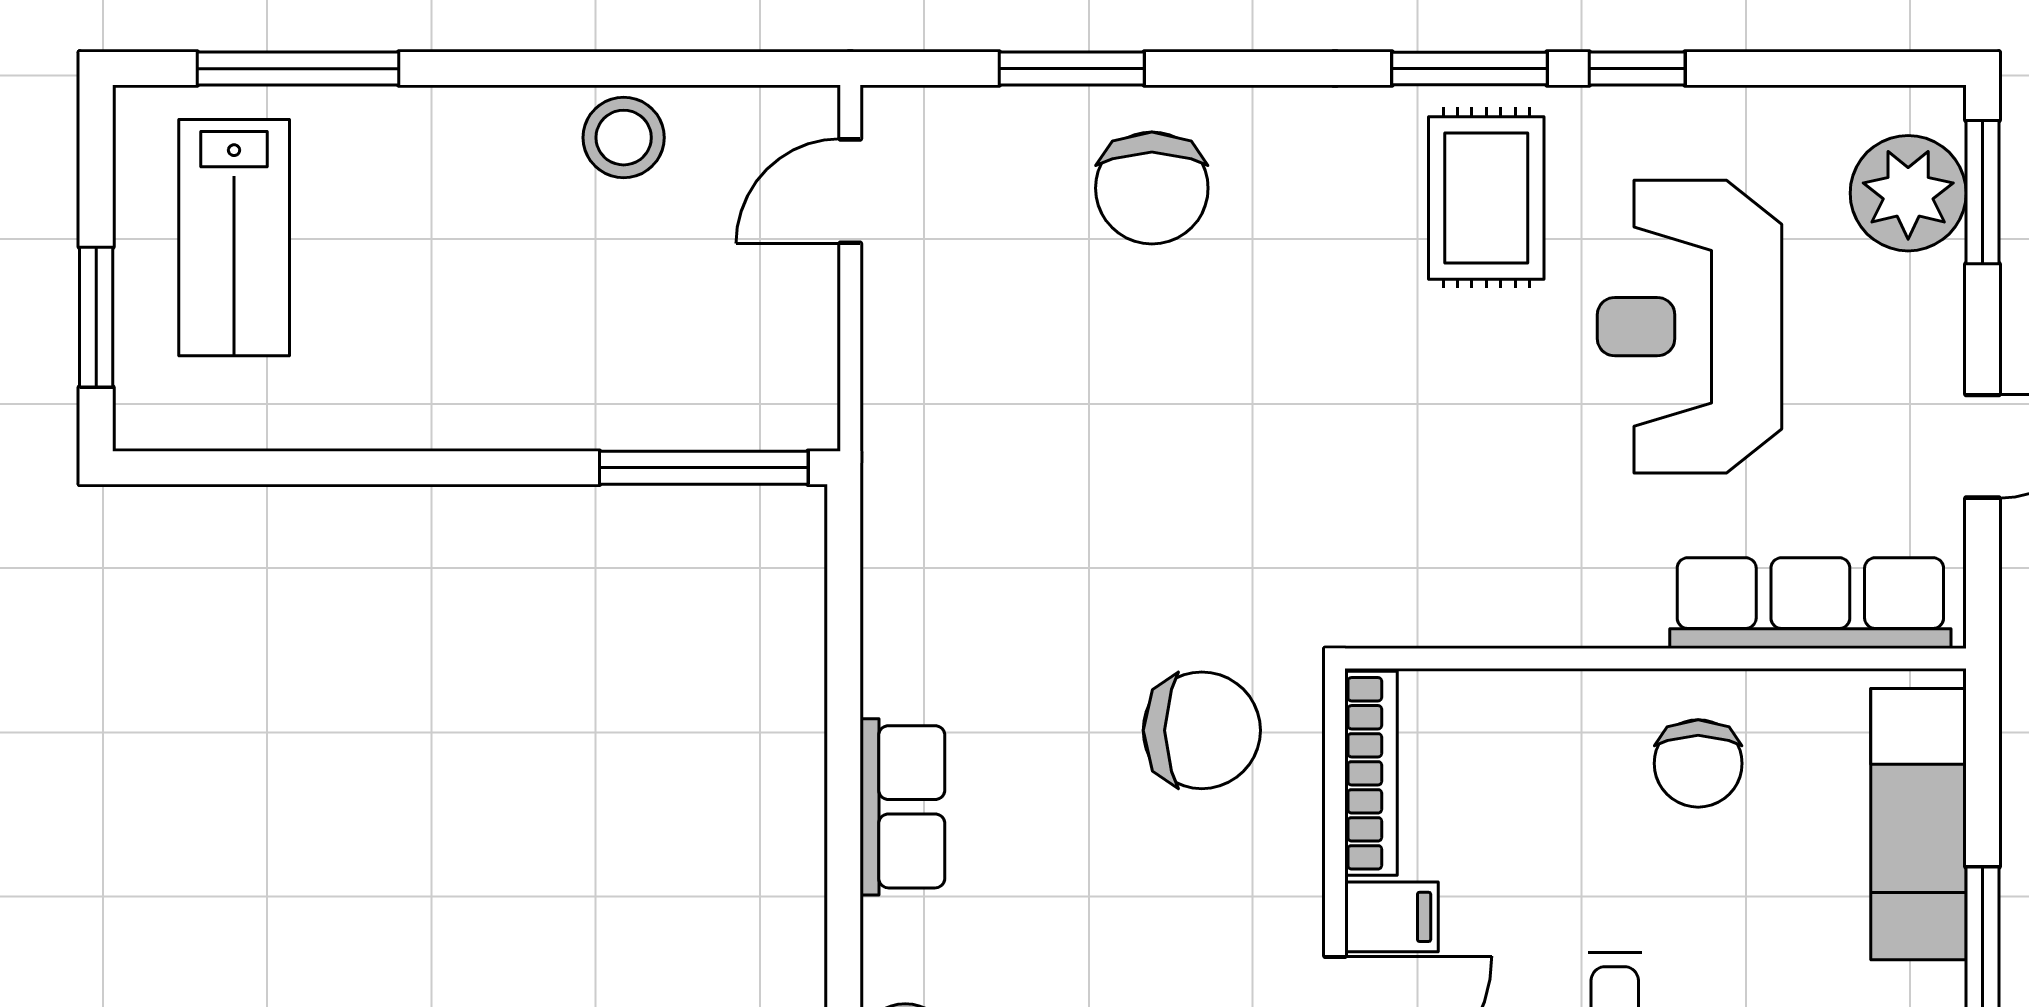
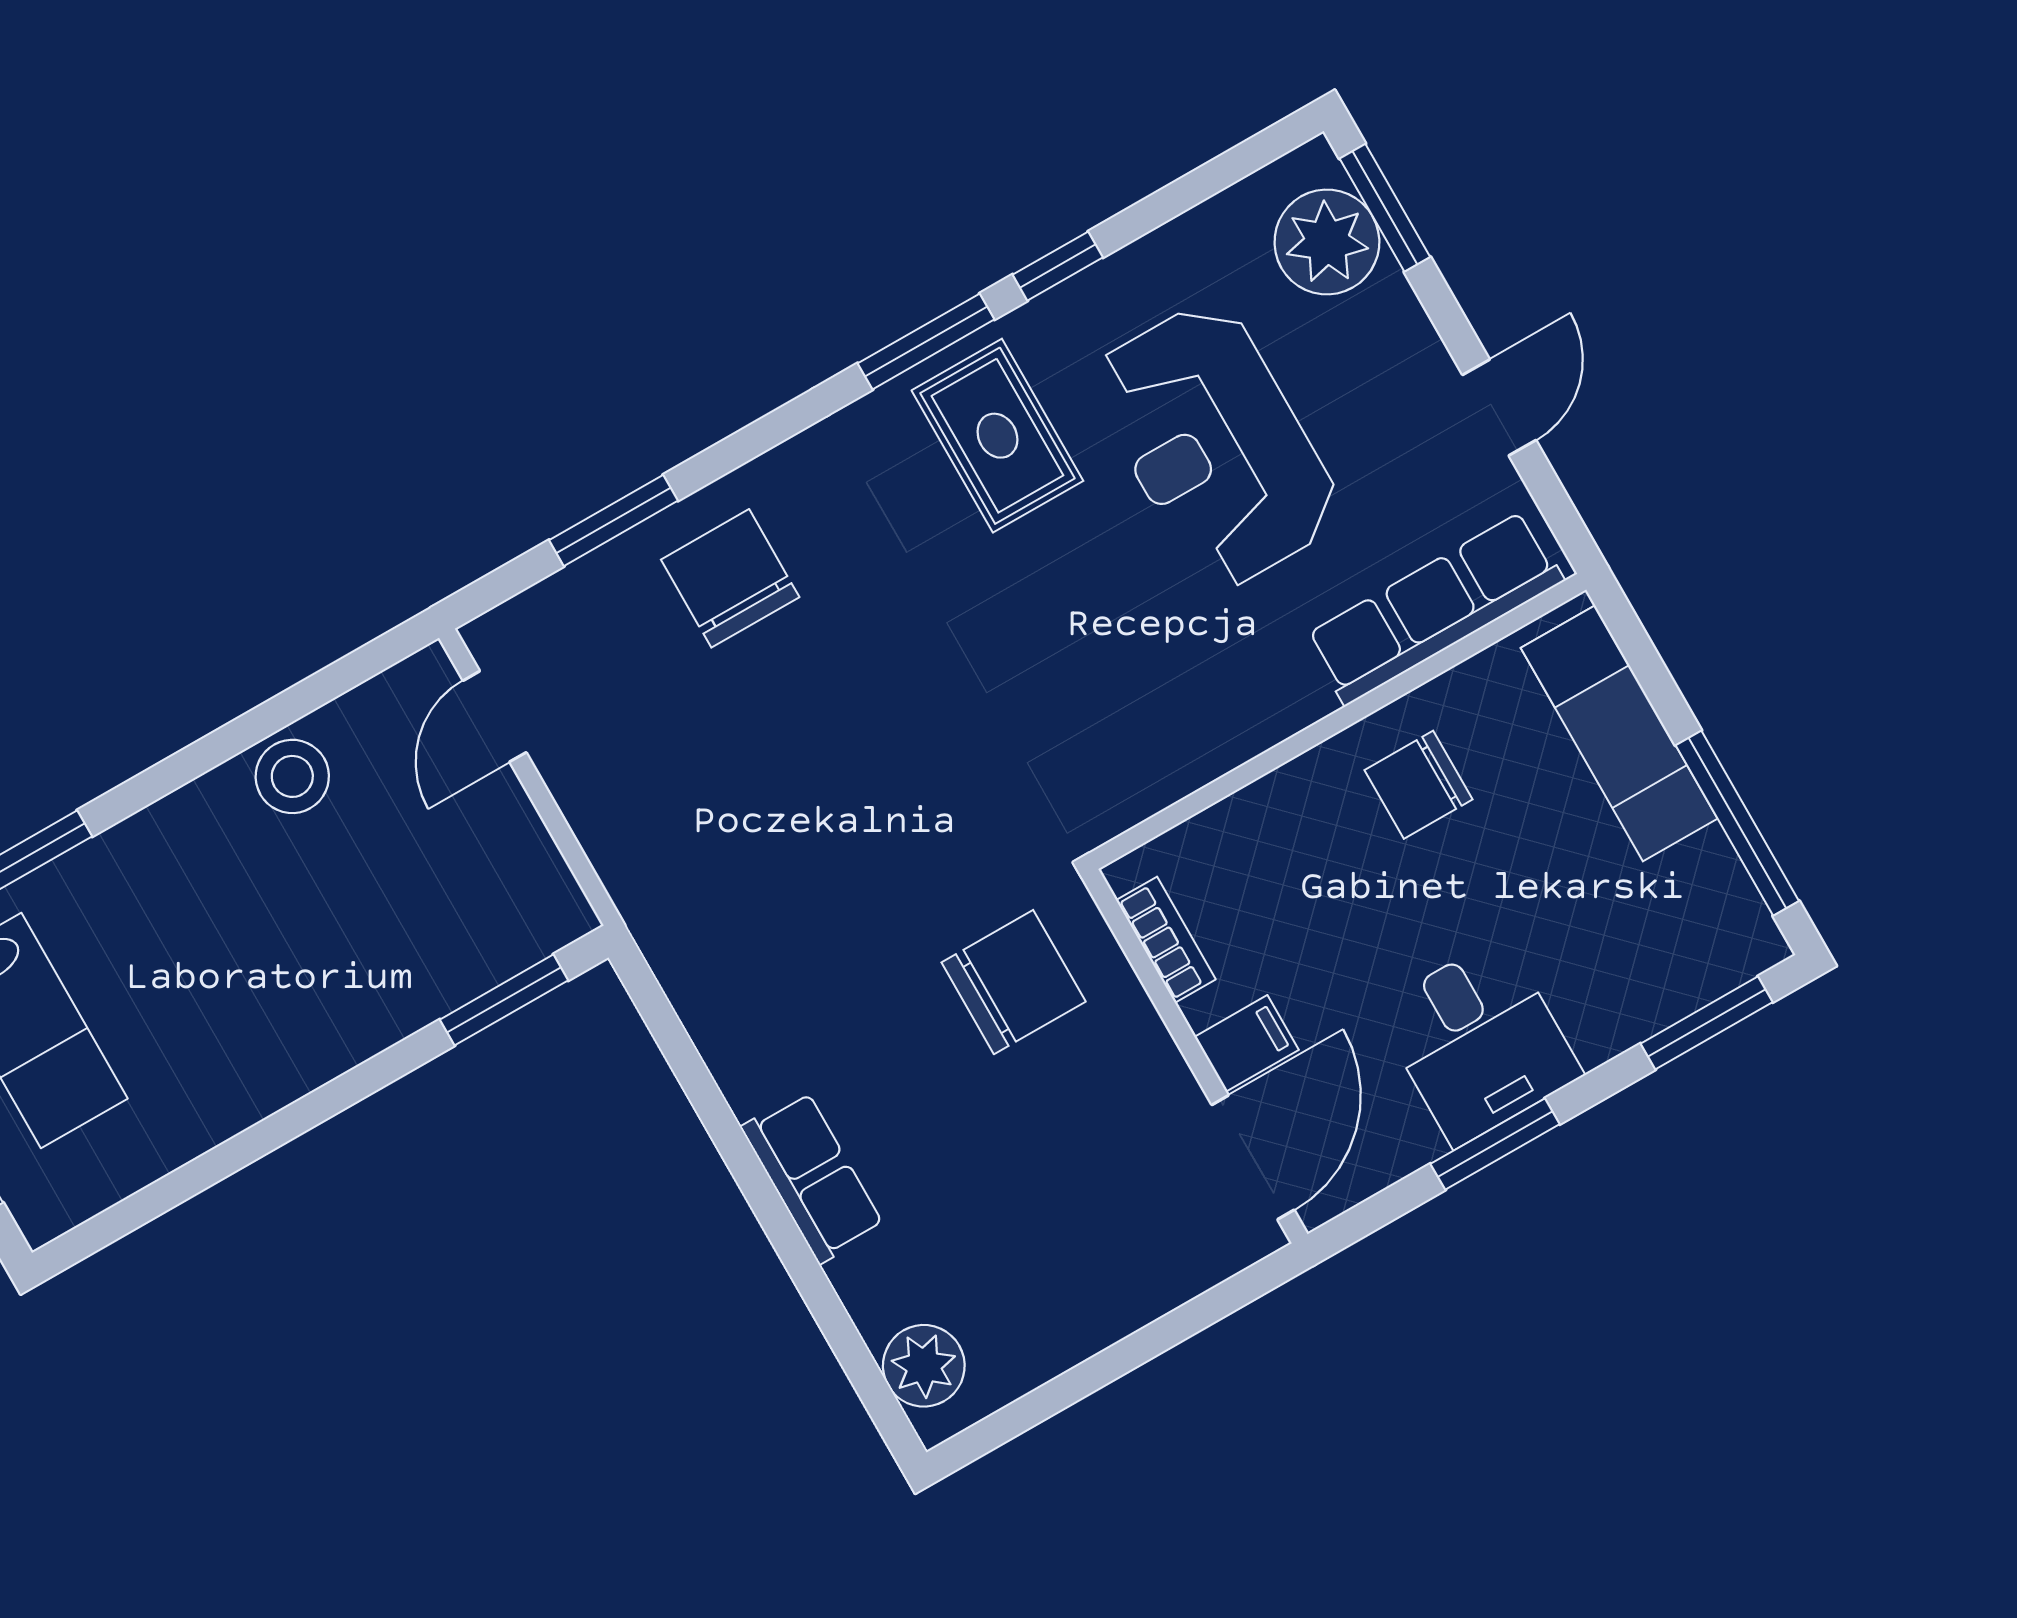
chair: (1152, 188) -> (730, 578), turned 180
window: (704, 468) -> (504, 1000), width x0.69
chair: (1698, 763) -> (1419, 785), turned 90
bookcase: (1371, 773) -> (1166, 940), width x0.64

